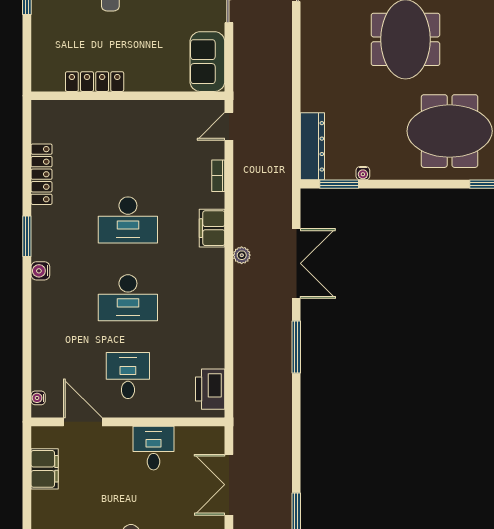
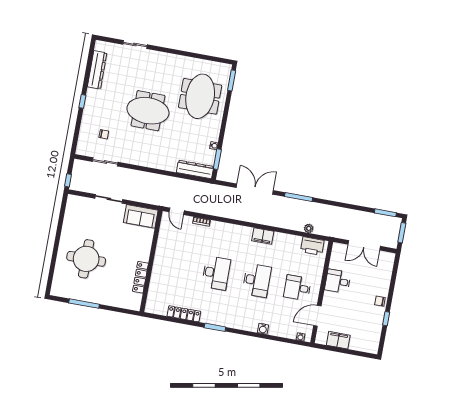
filing cabinet: (212, 228) -> (263, 236), moved
plant: (242, 255) -> (309, 228), moved
water cooler: (40, 271) -> (263, 329), moved

